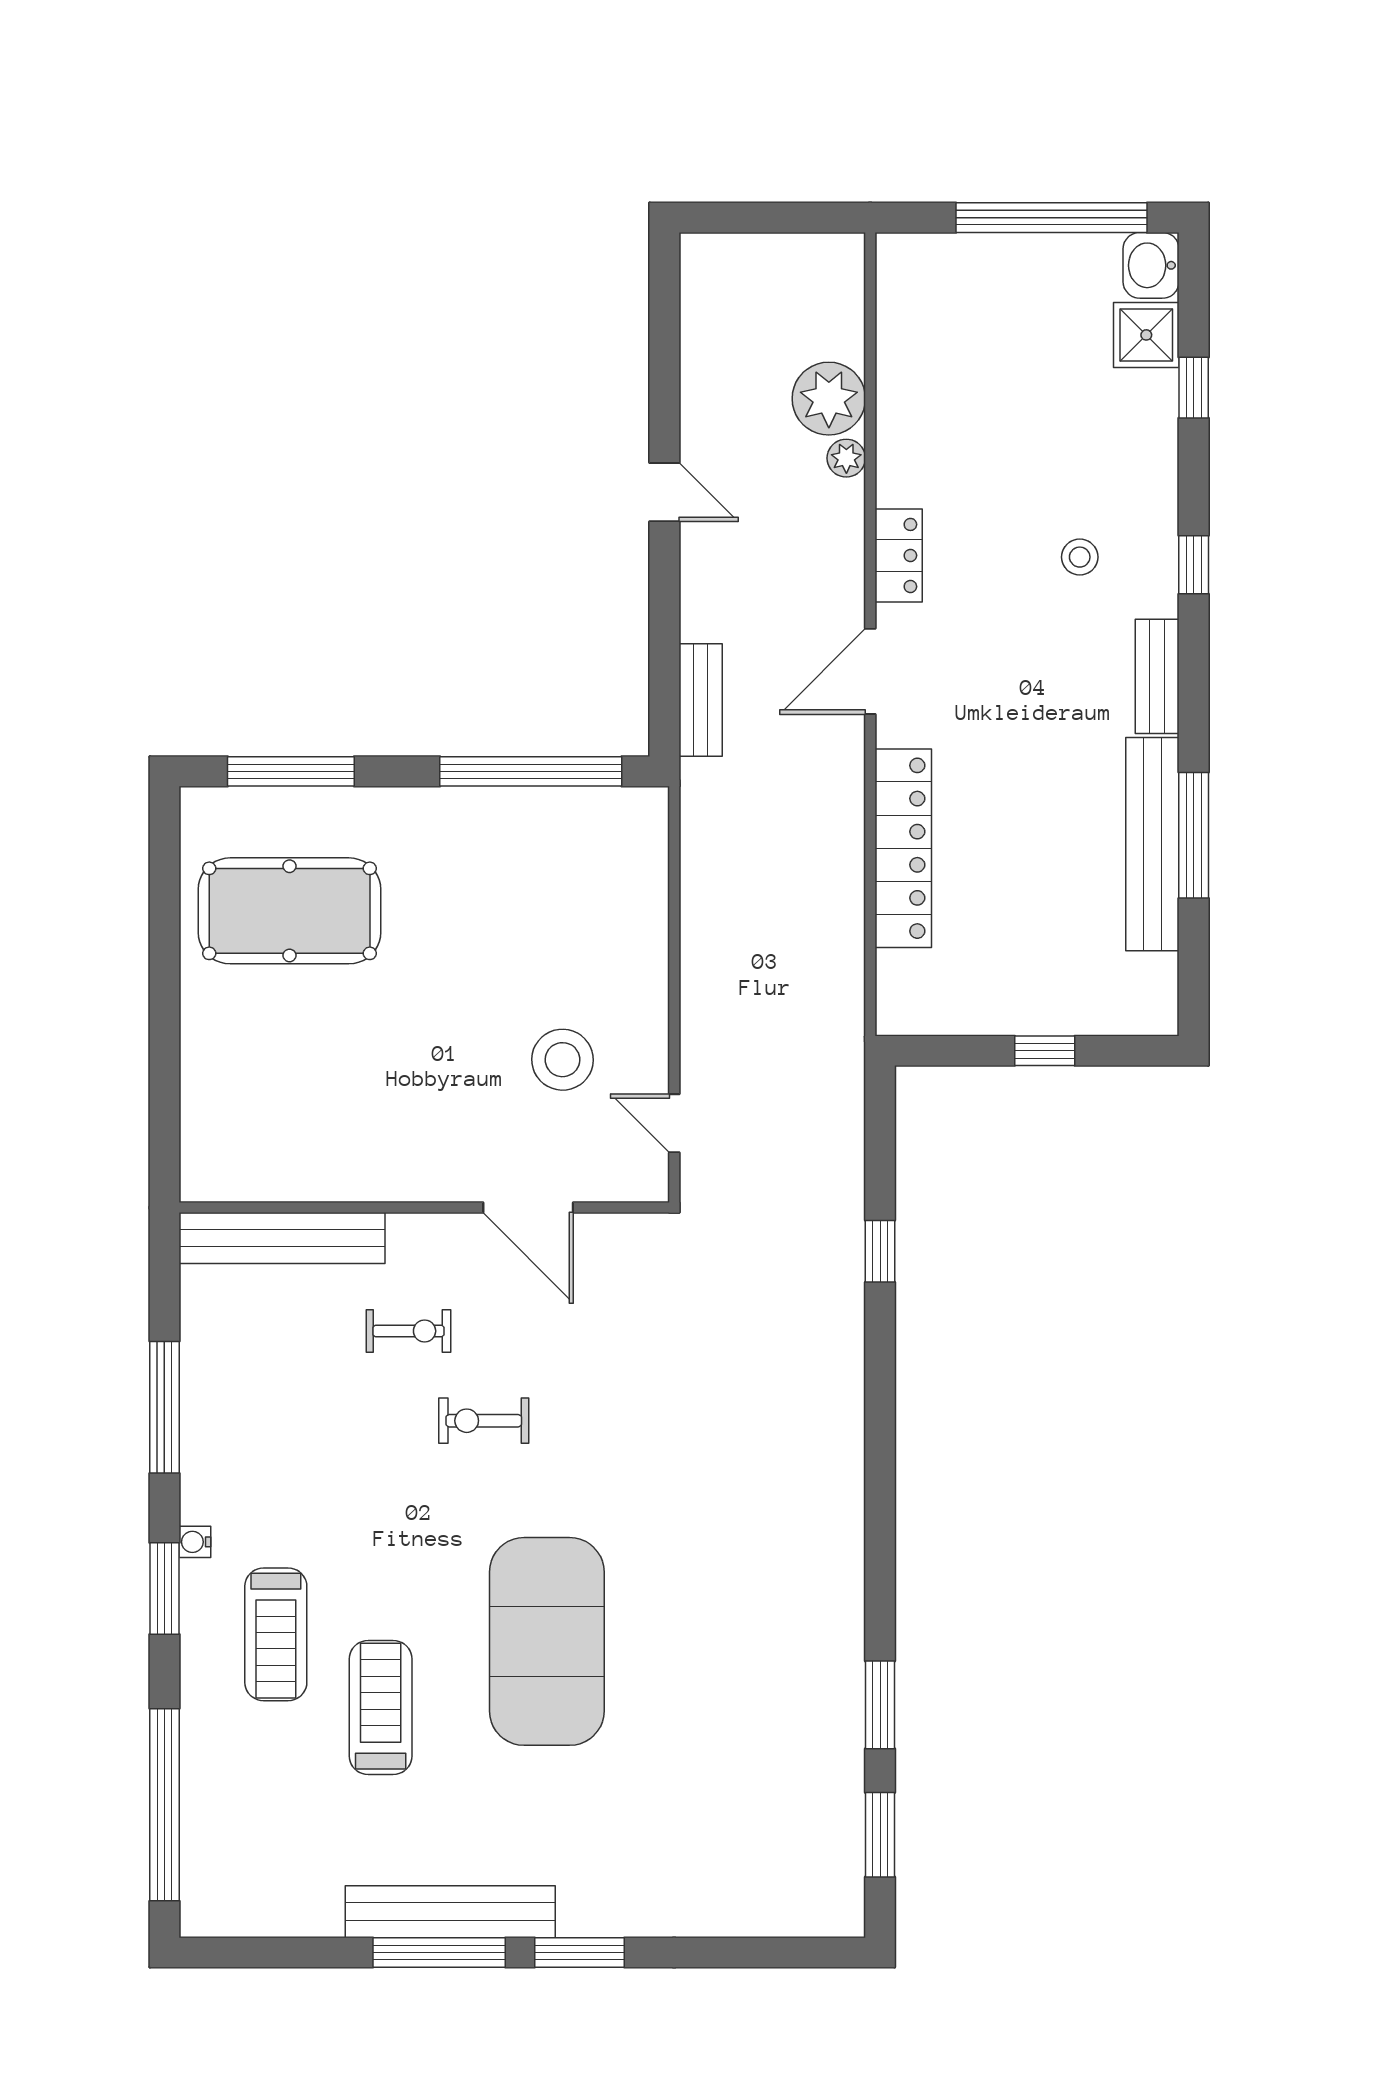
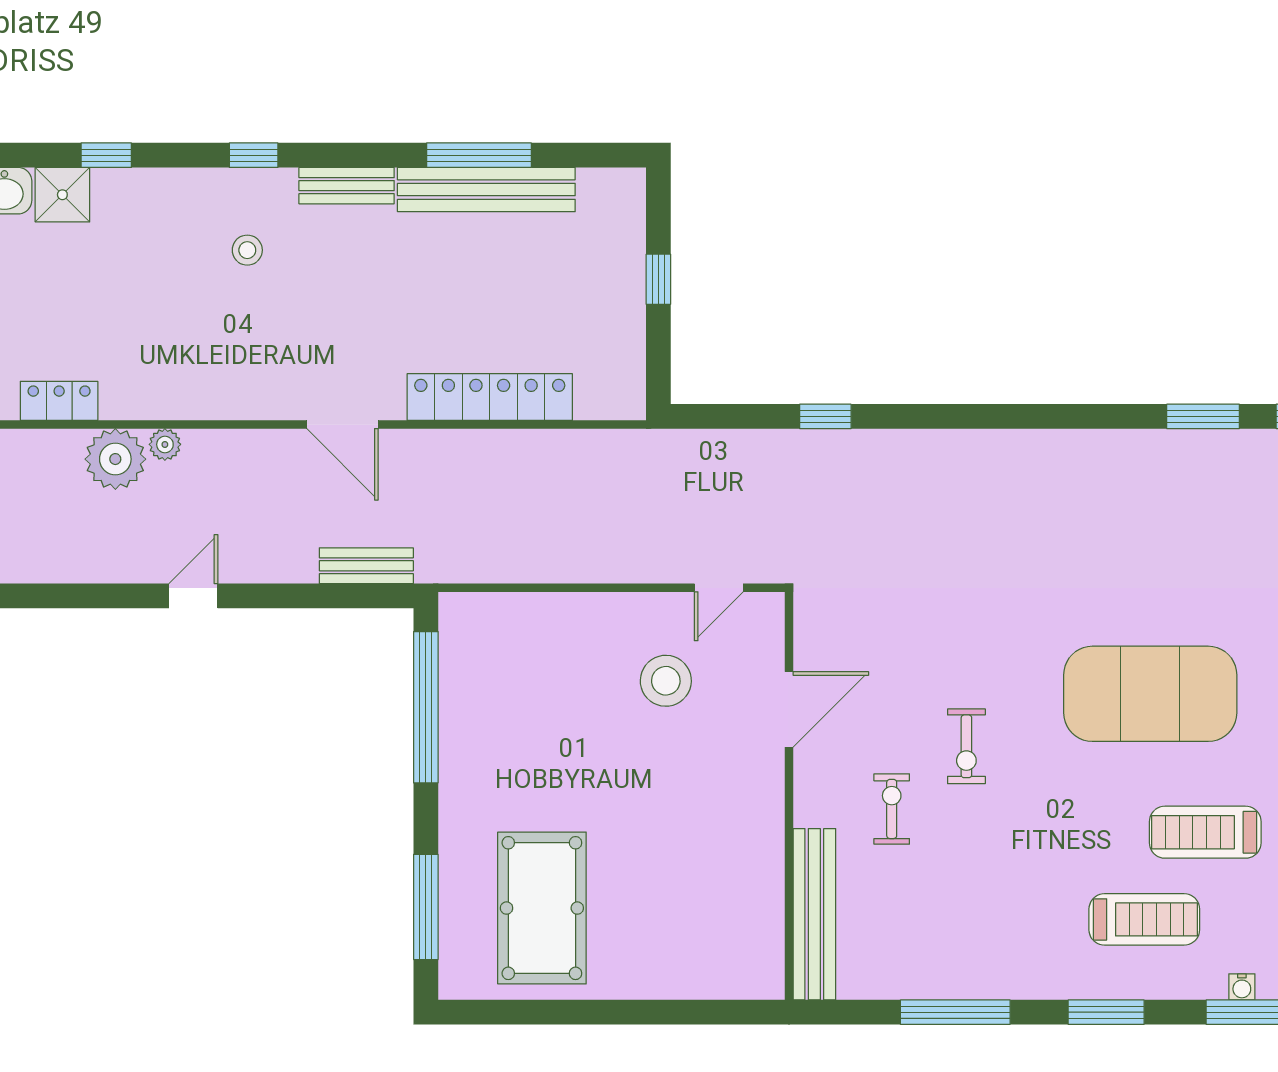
locker: (899, 555) -> (59, 401), moved
water cooler: (195, 1542) -> (1242, 987), moved

